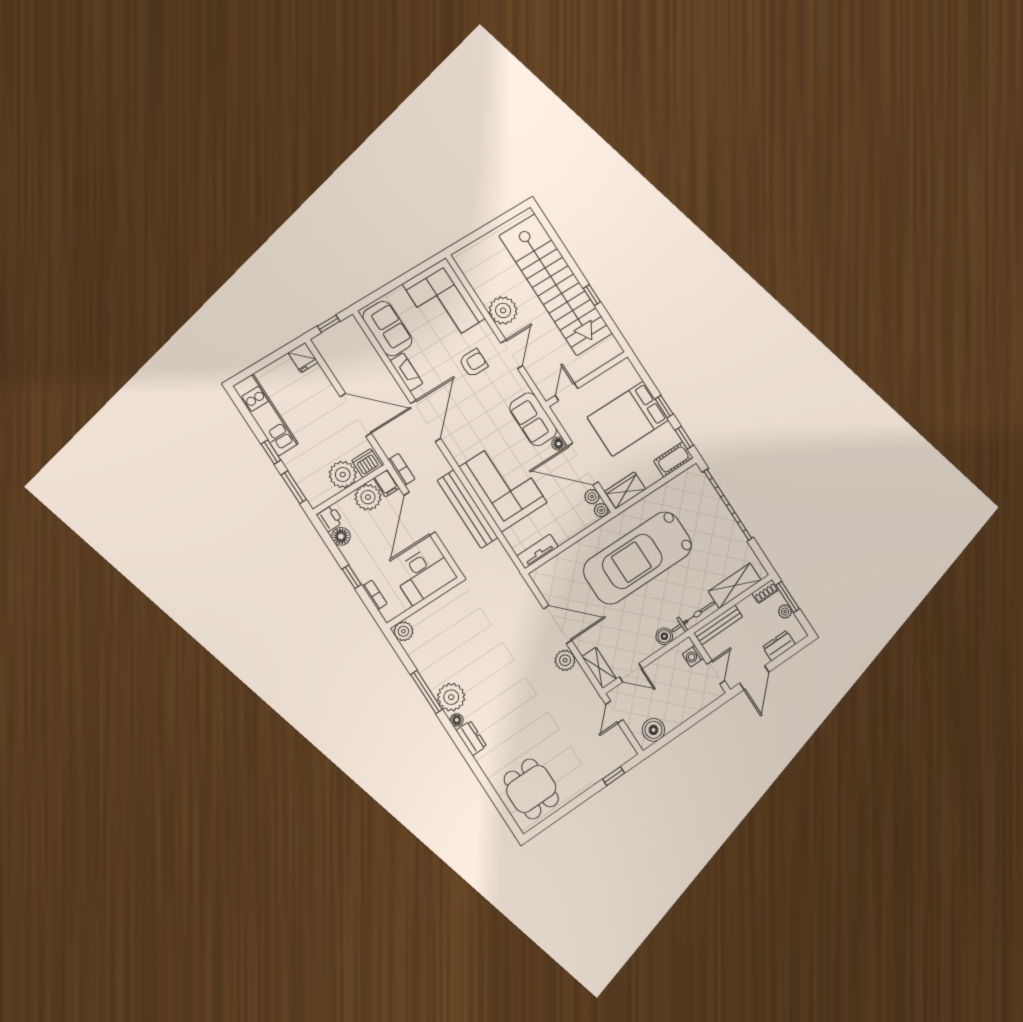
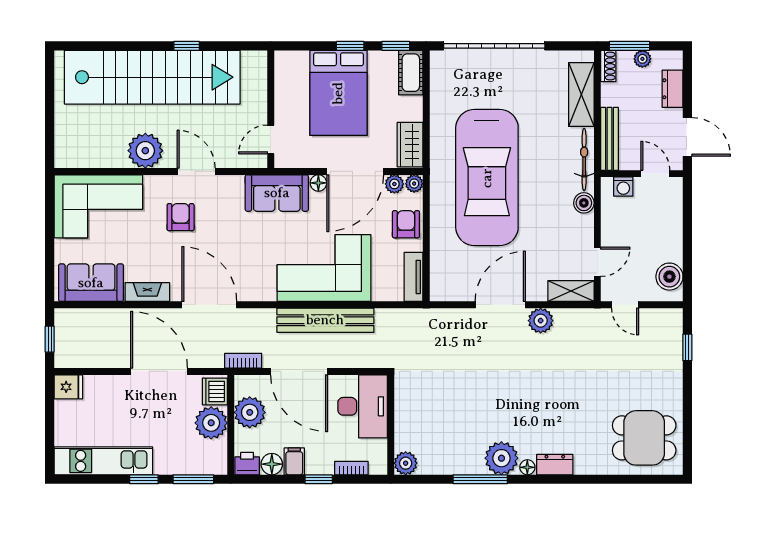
door: (567, 392) -> (271, 139), hinge flipped
door: (356, 415) -> (159, 371), hinge flipped
filing cabinet: (386, 483) -> (294, 461), moved, turned -90
armchair: (570, 522) -> (406, 224), added

